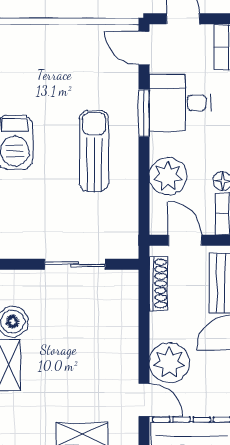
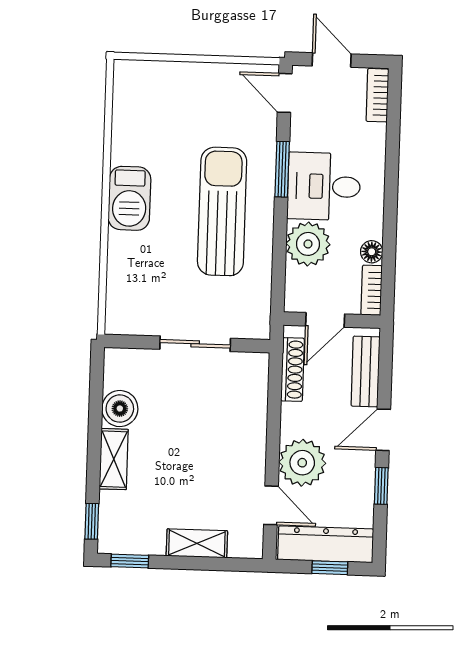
desk: (180, 103) -> (324, 186), moved
sun lounger: (94, 151) -> (222, 211), width x1.36, depth x1.34
door: (185, 240) -> (325, 320), swing flipped

